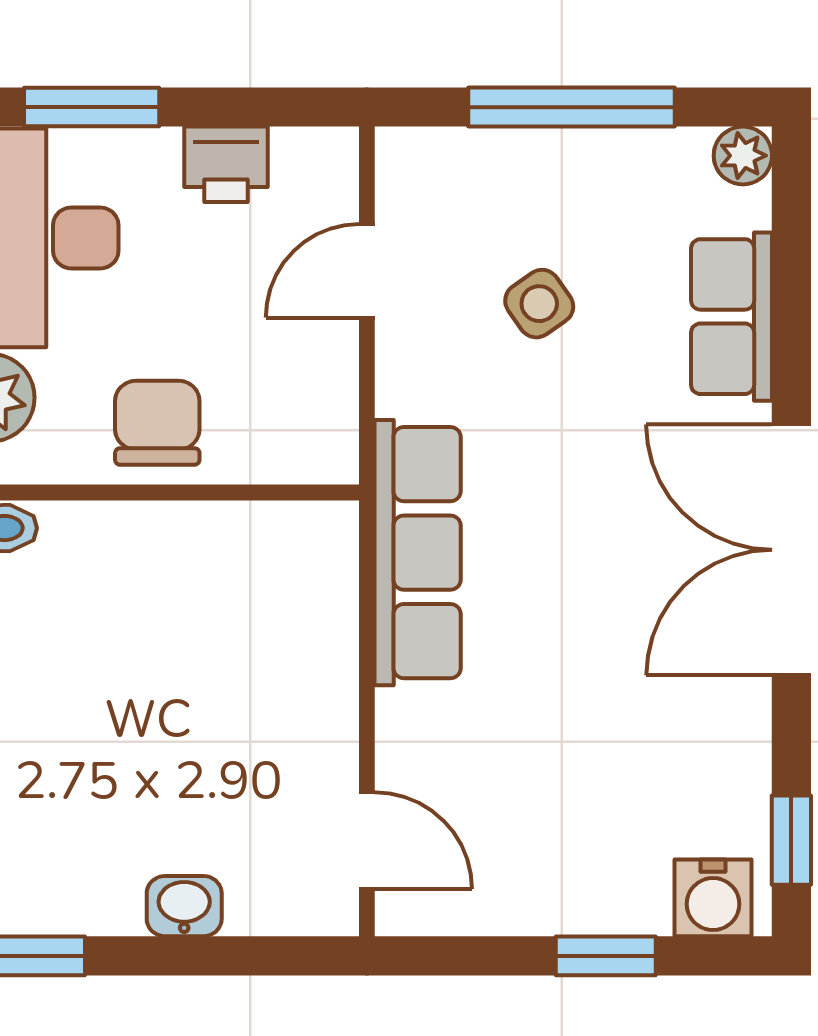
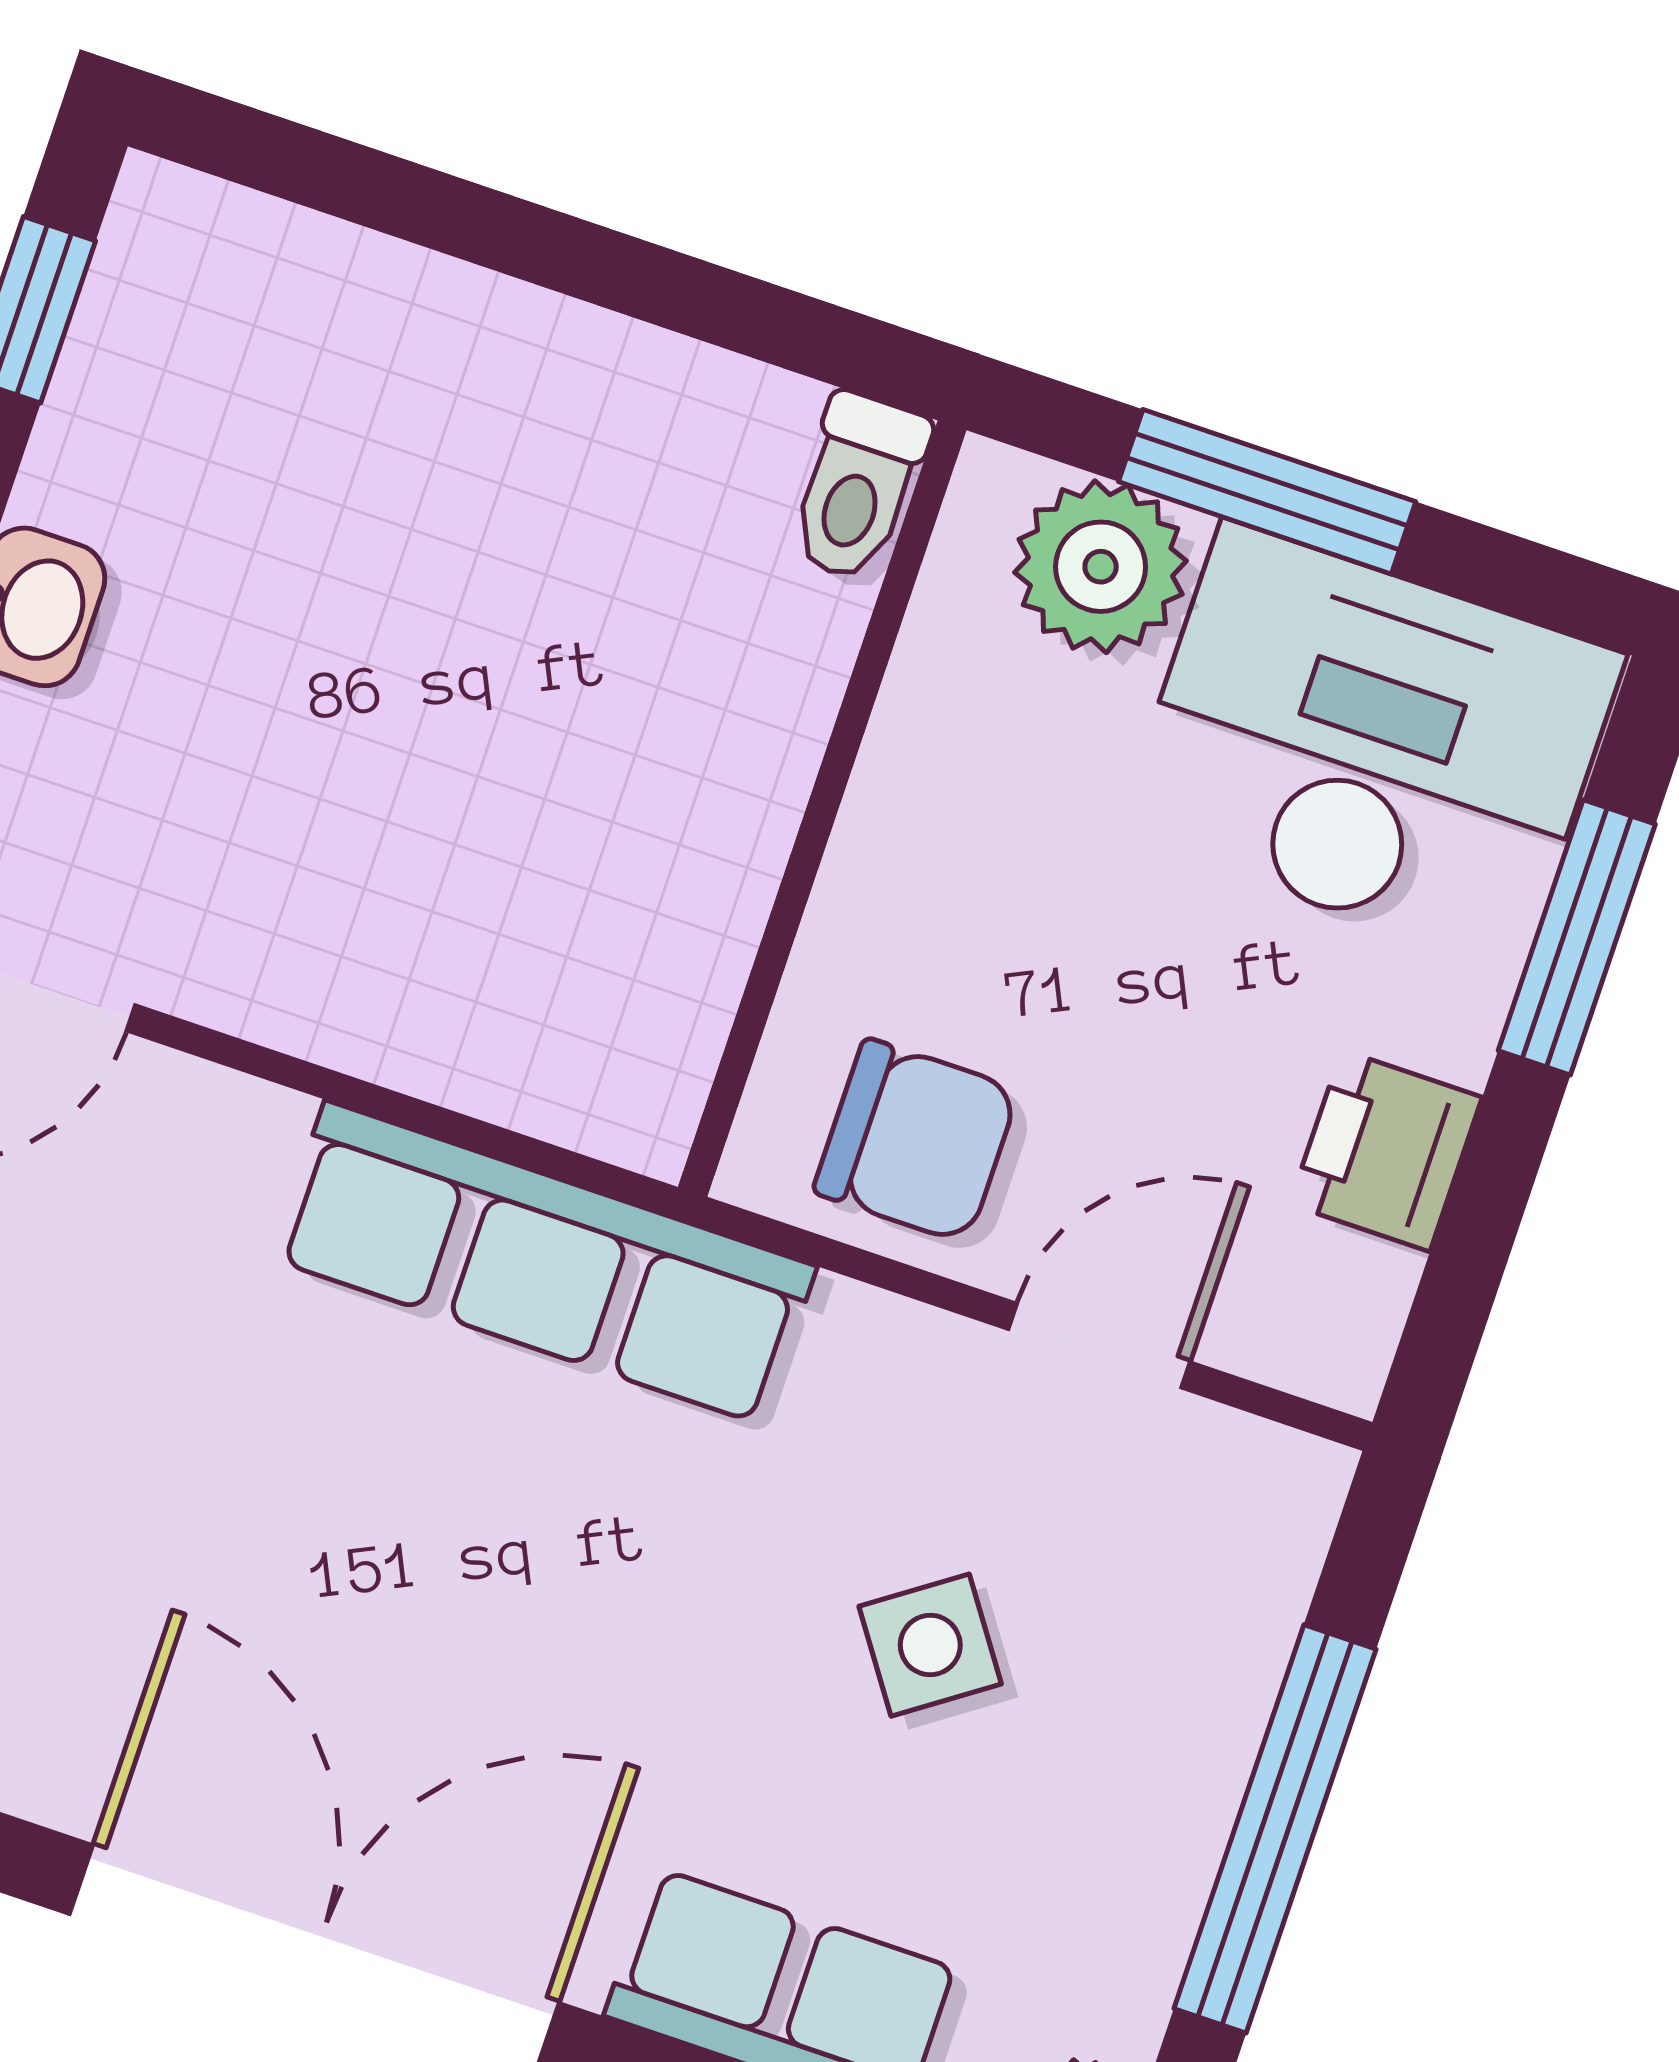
door: (367, 271) -> (1099, 1346), hinge flipped
chair: (157, 423) -> (916, 1141), moved

